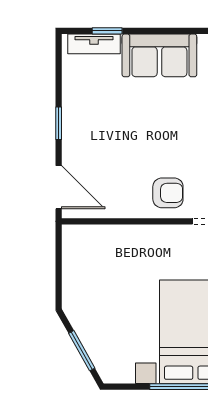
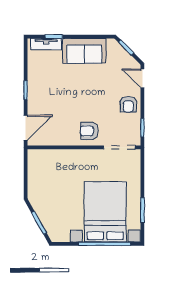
door: (59, 187) -> (26, 128), hinge flipped
armchair: (168, 193) -> (89, 131), turned 180

